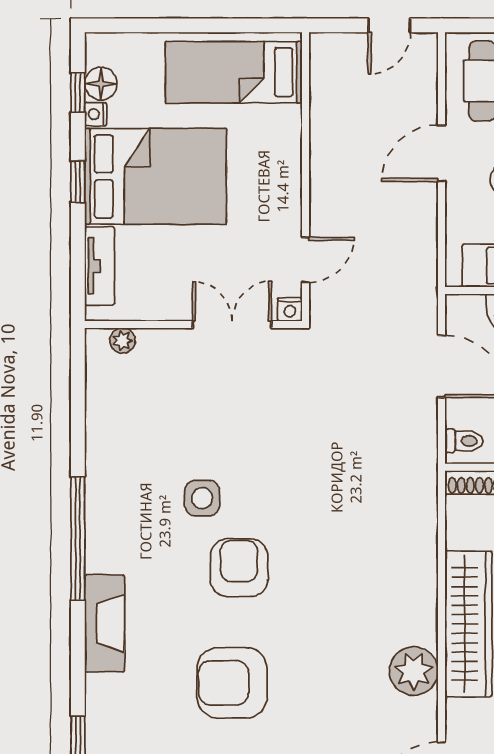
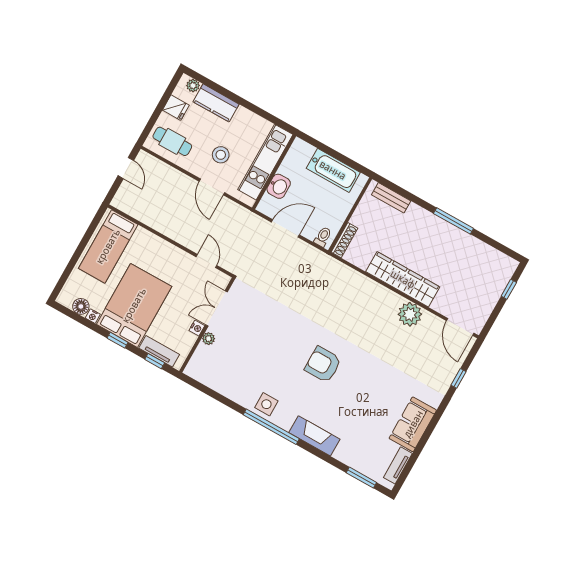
window: (78, 93) -> (155, 361), moved
door: (441, 153) -> (212, 187), moved
nightstand: (290, 309) -> (197, 328), moved
plant: (122, 341) -> (209, 339), moved
side table: (202, 498) -> (266, 404), moved
armchair: (232, 683) -> (371, 395), removed

